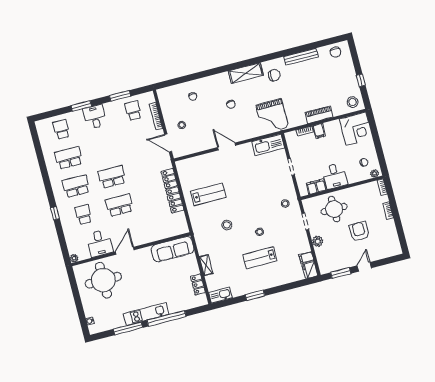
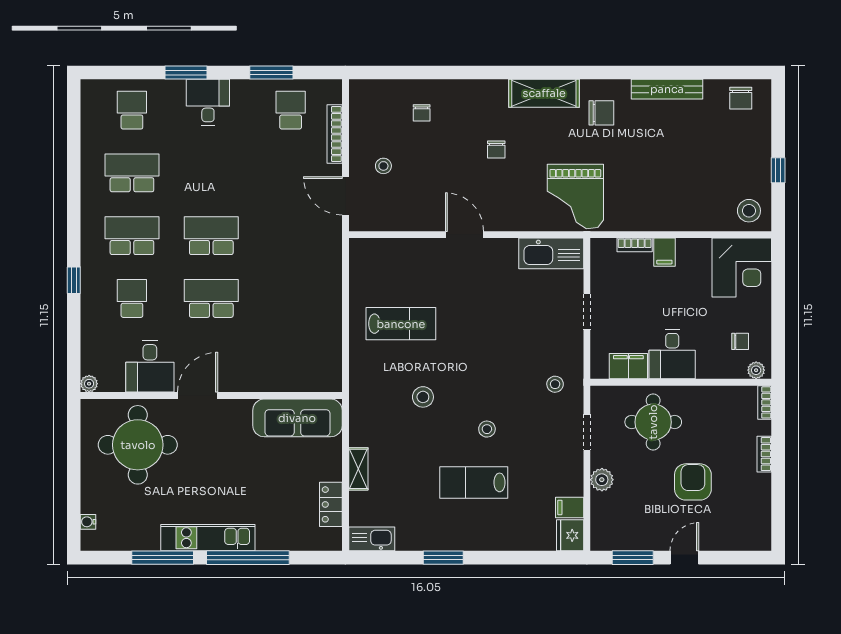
piano: (319, 115) -> (673, 219), removed
locker: (172, 191) -> (329, 297), removed

